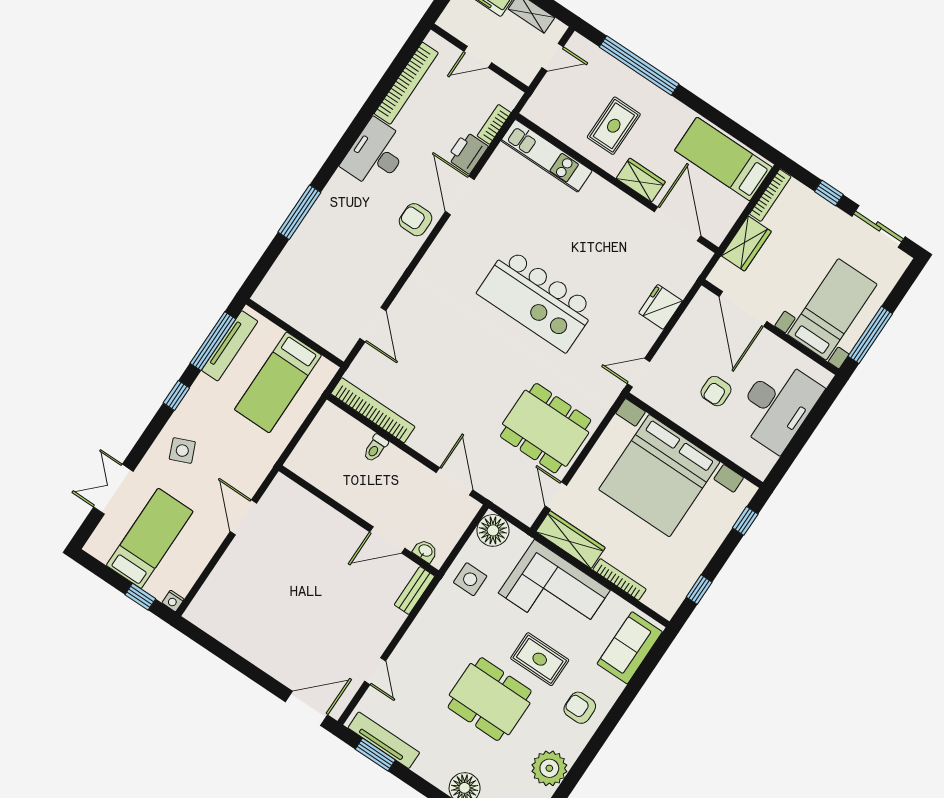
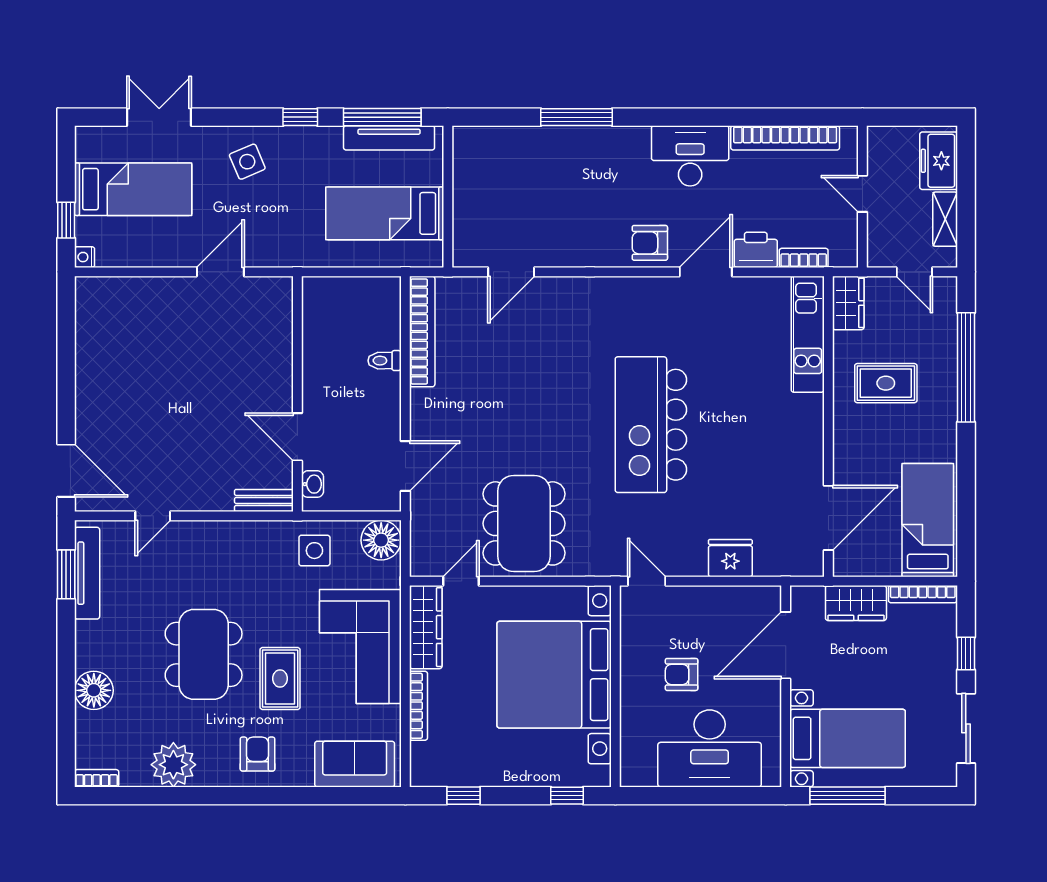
wardrobe: (641, 180) -> (848, 303), moved
armchair: (416, 220) -> (650, 243), turned -90

